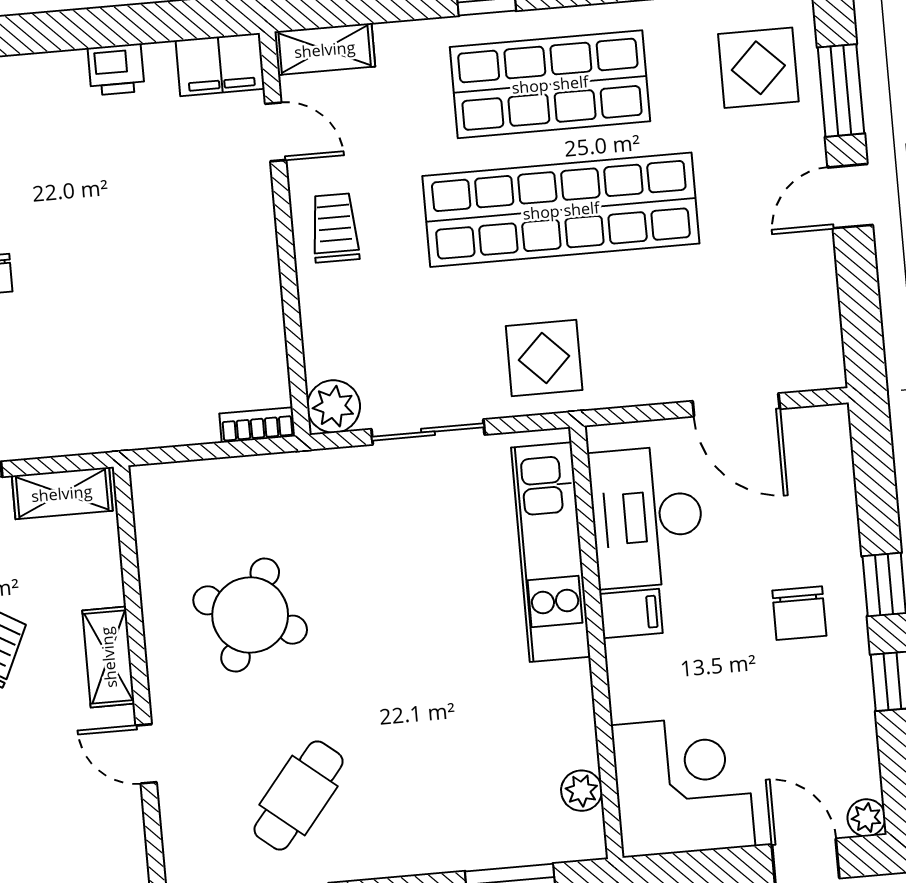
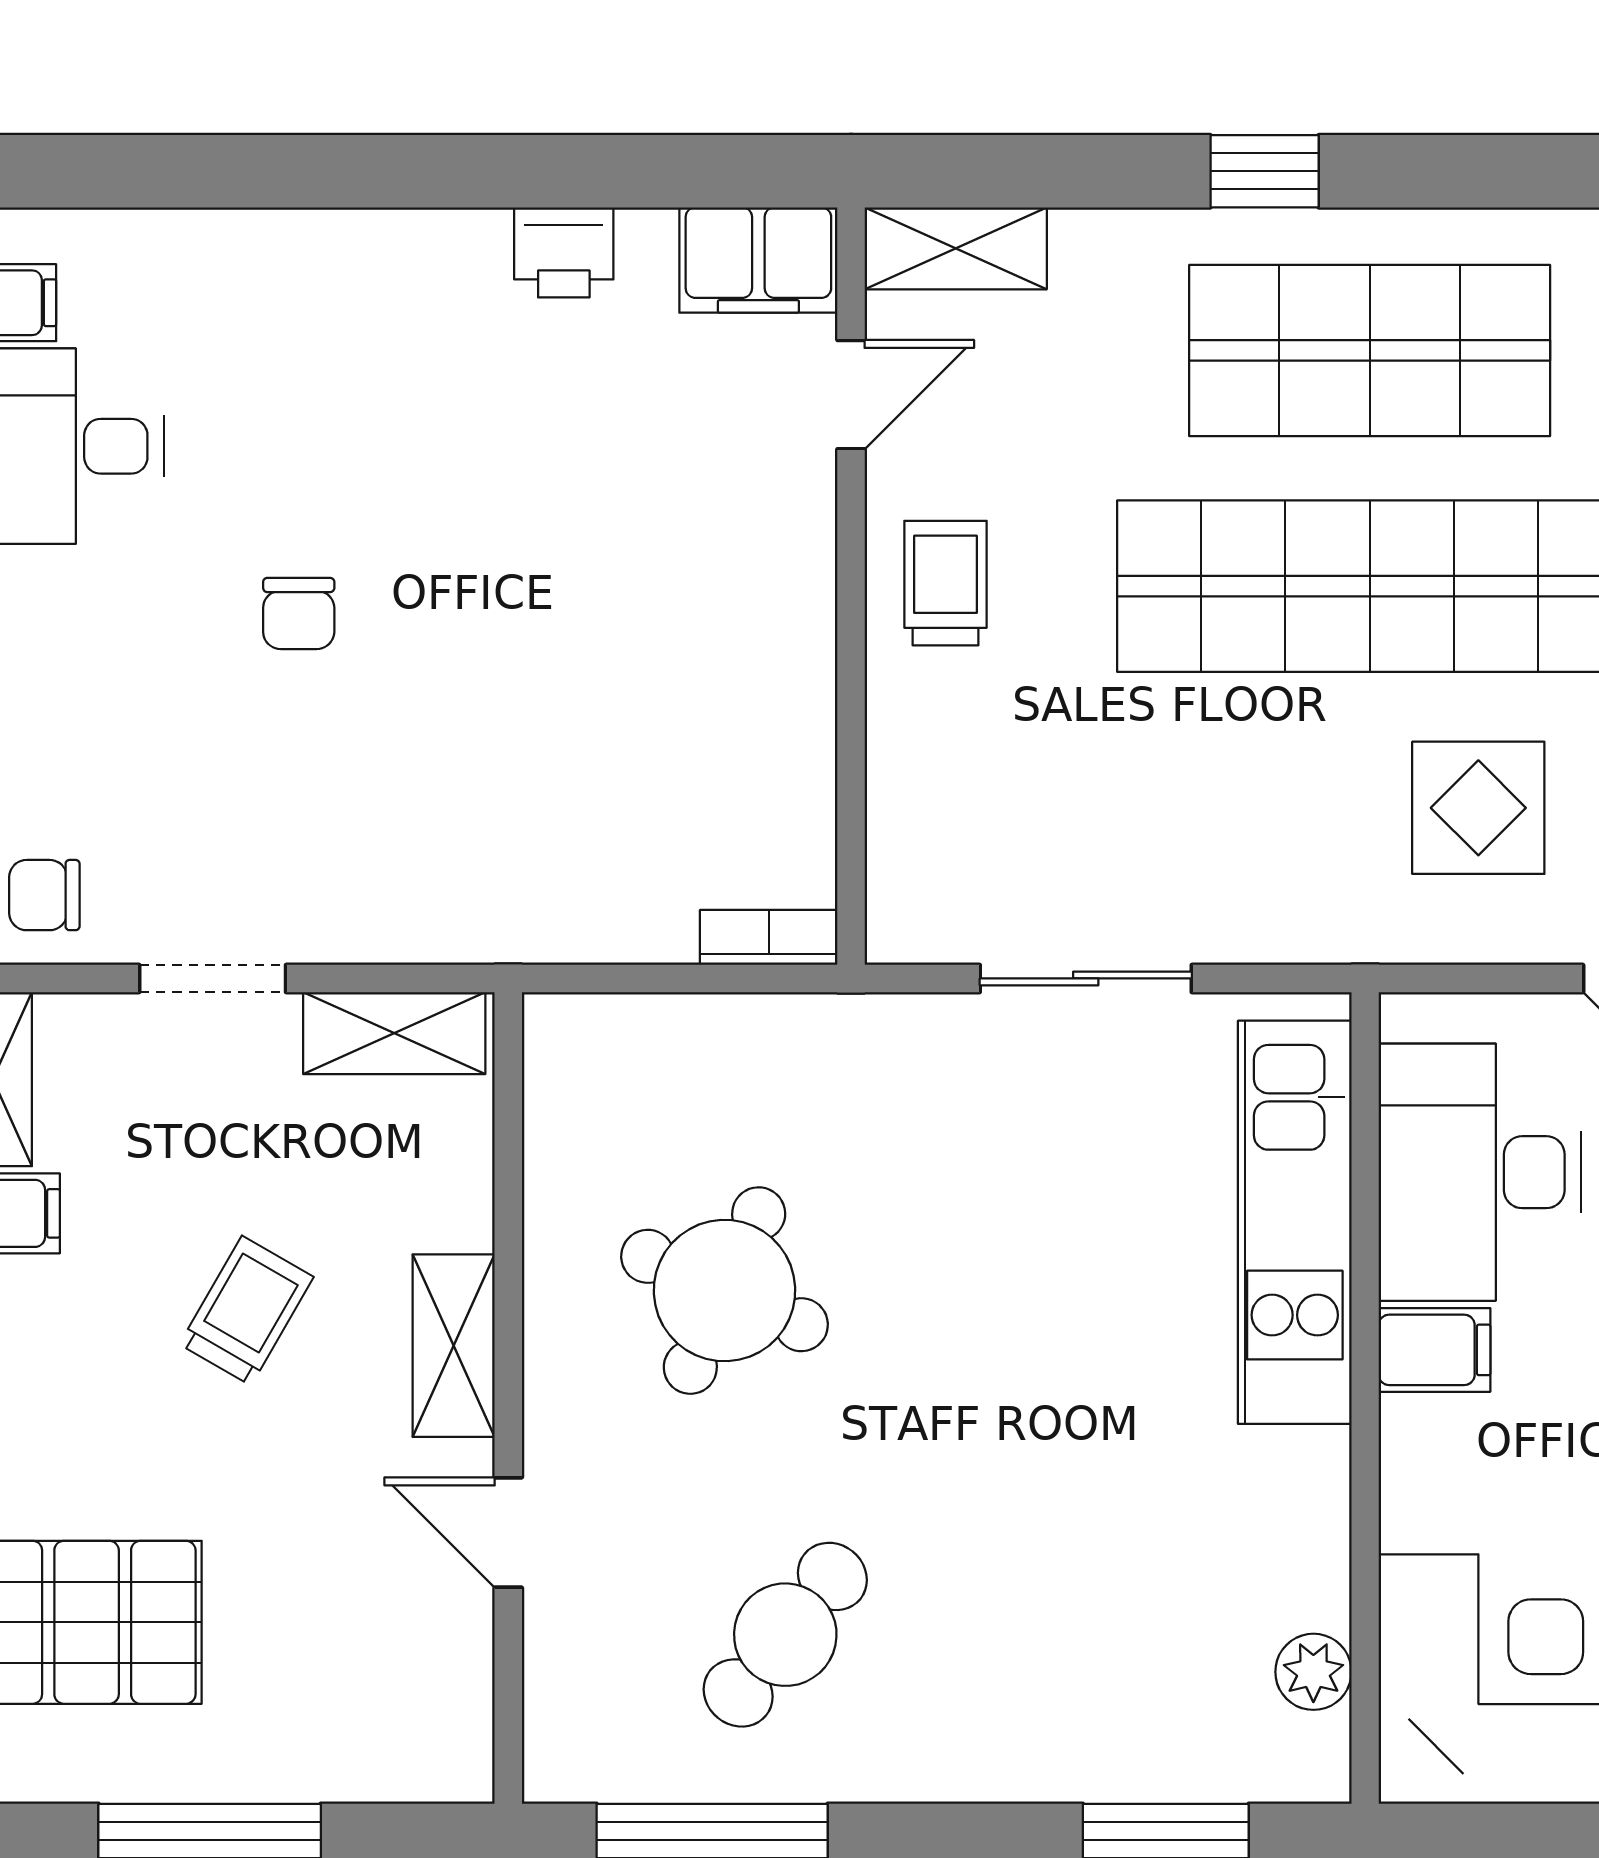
door: (276, 132) -> (851, 395), hinge flipped
display table: (544, 358) -> (1478, 808), moved
plant: (333, 406) -> (914, 916), removed

